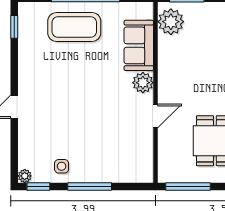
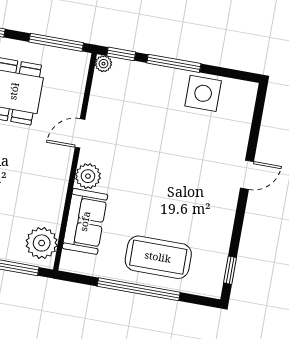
side table: (62, 166) -> (203, 93), width x1.87, depth x1.87
plant: (25, 176) -> (103, 64), moved
window: (38, 186) -> (121, 54), moved

